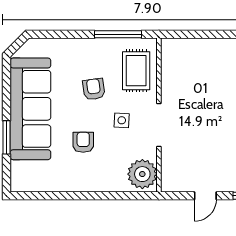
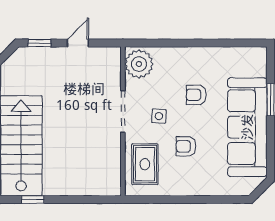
window: (118, 34) -> (162, 200), removed
armchair: (94, 89) -> (186, 146), turned 98
armchair: (83, 142) -> (196, 95), turned 90

